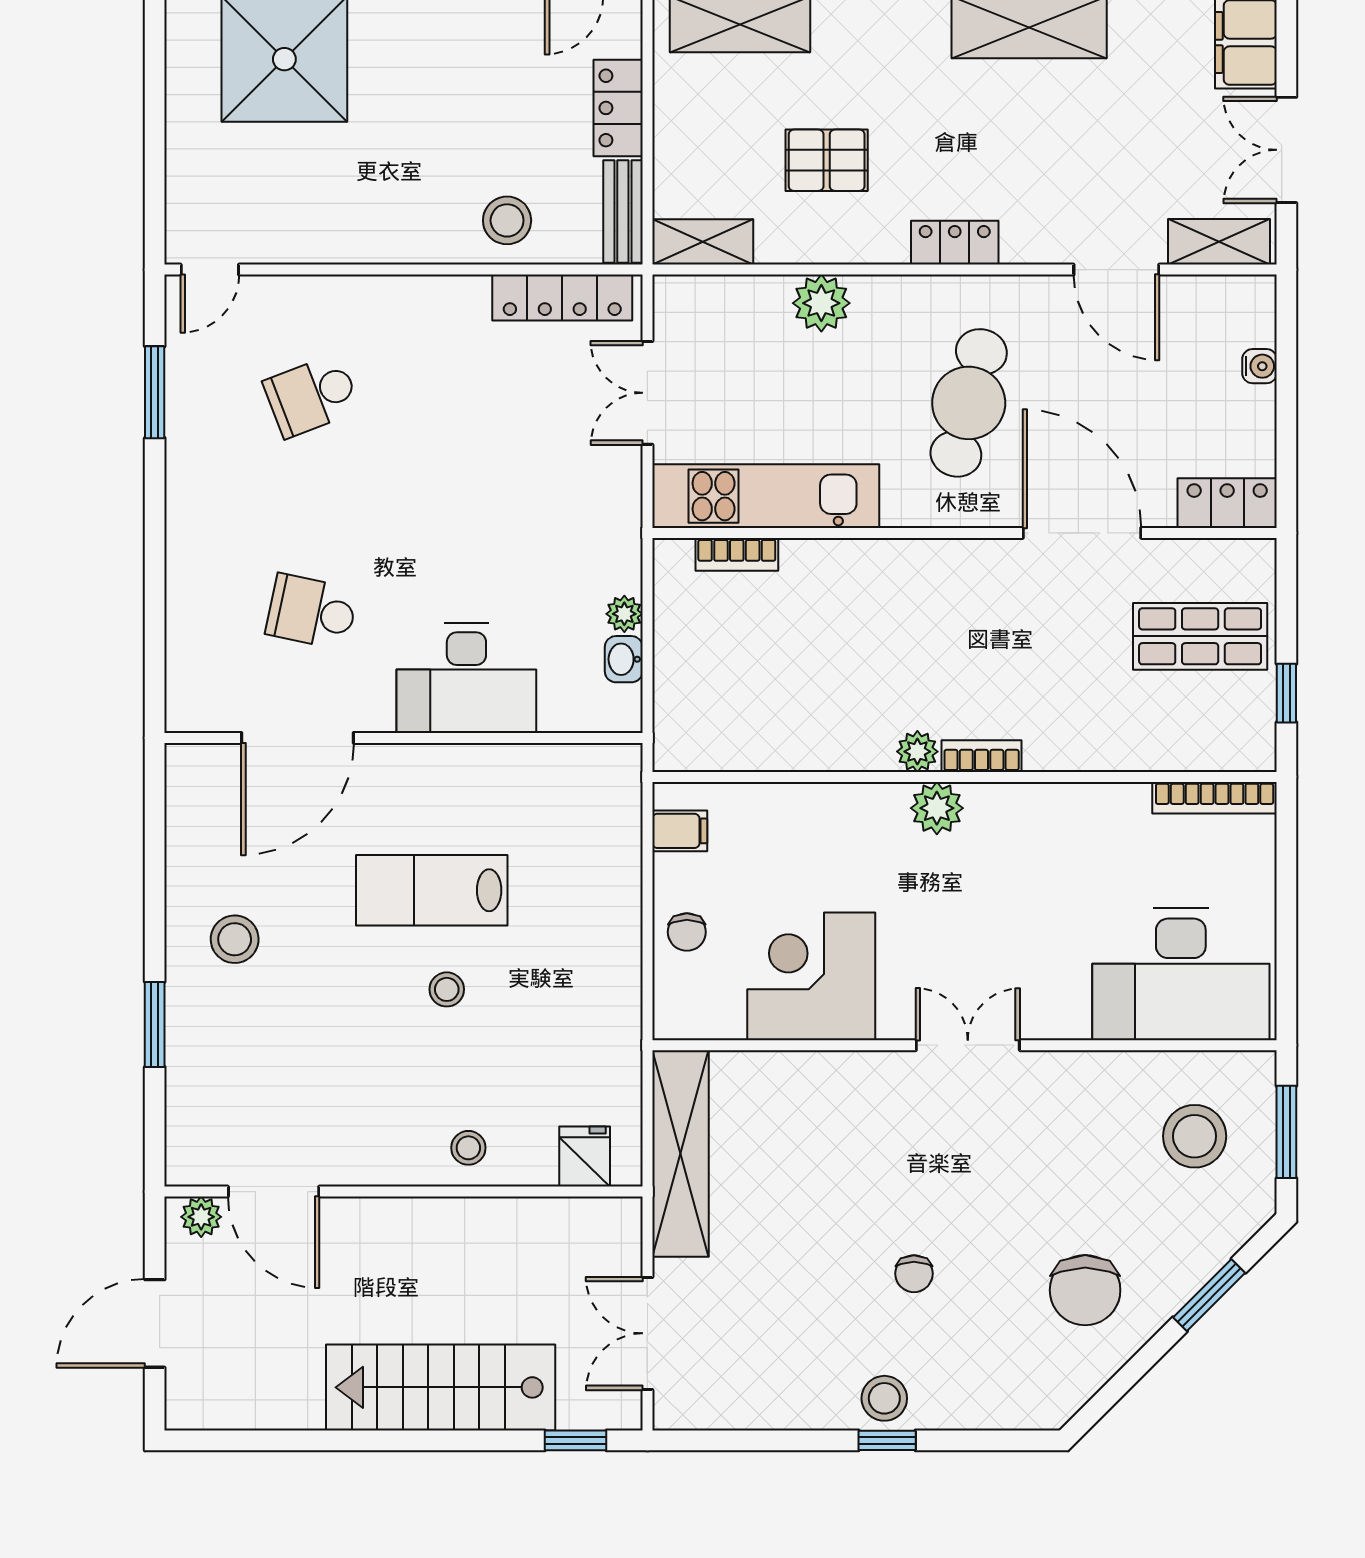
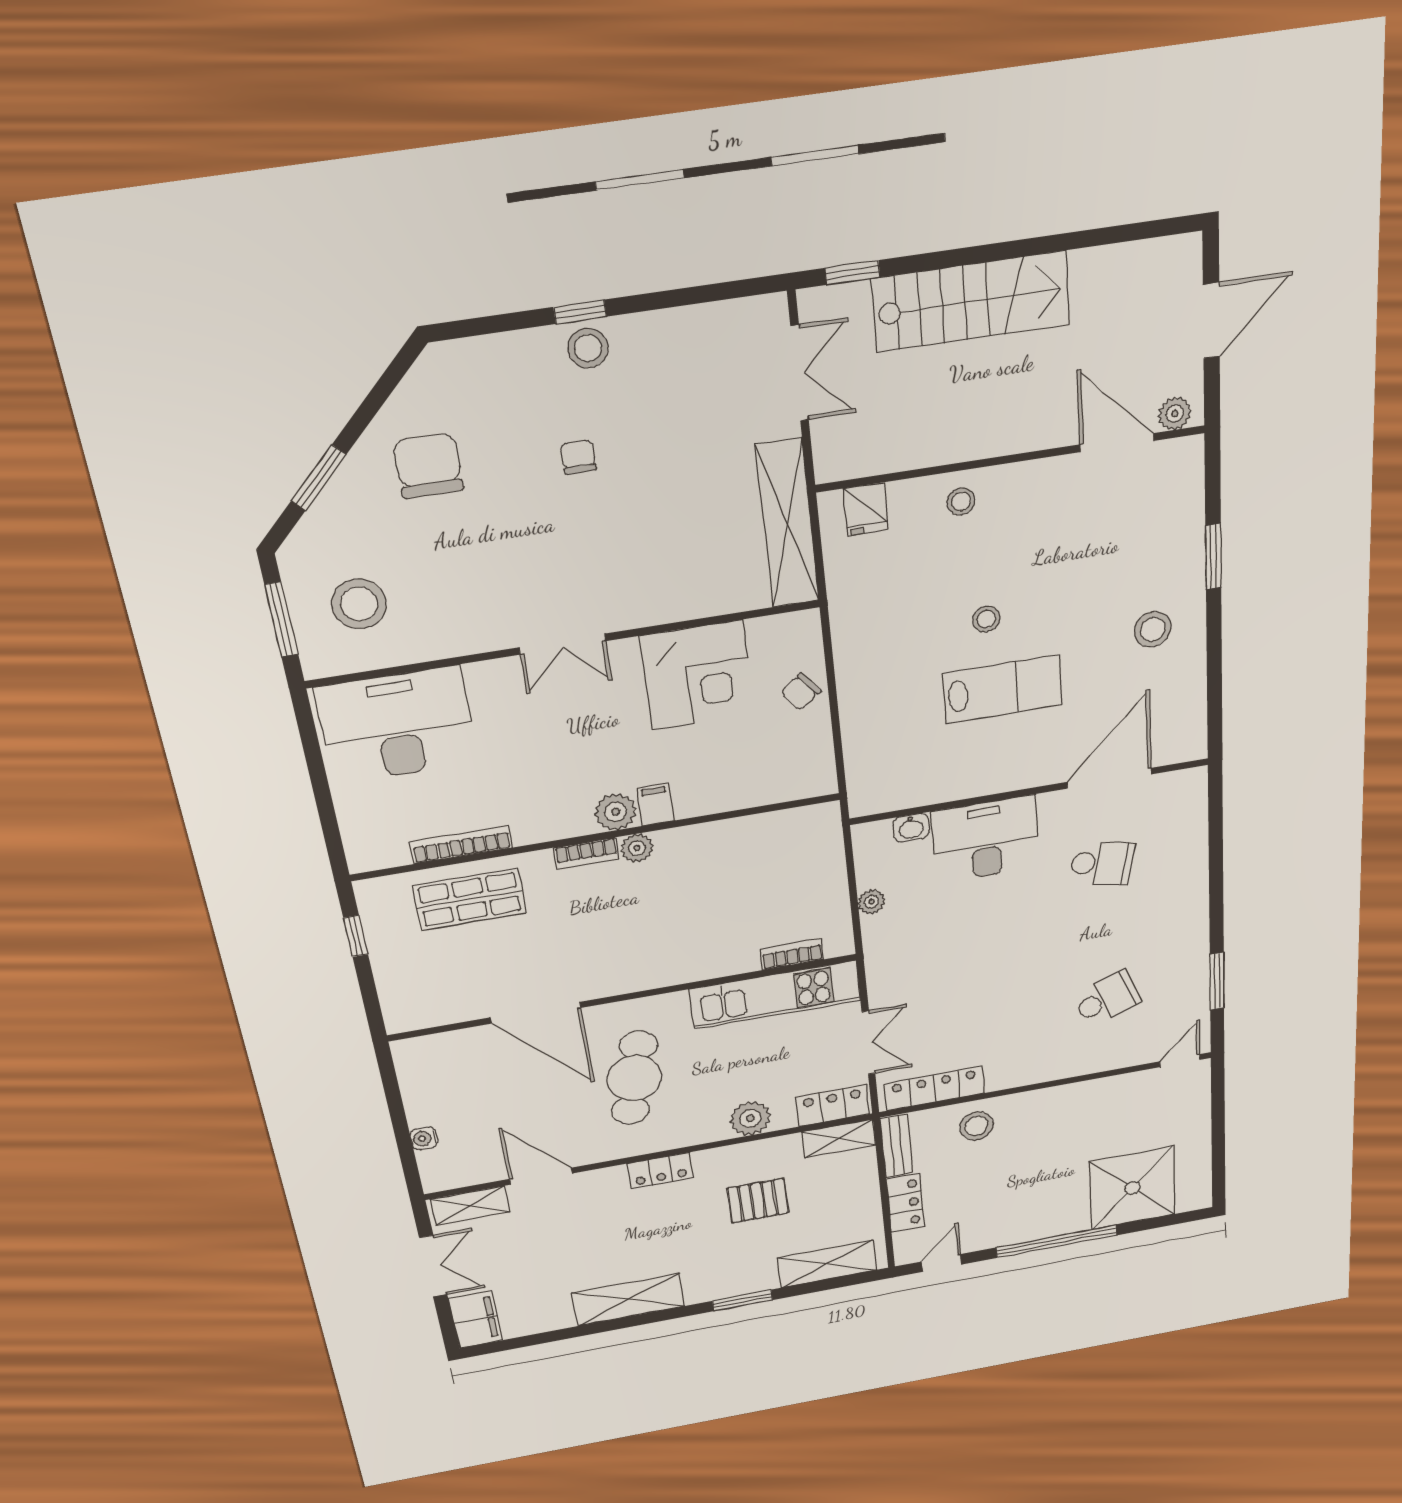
locker: (1227, 503) -> (833, 1106), moved, turned 180
shop shelf: (1200, 636) -> (470, 899), moved
washbasin: (624, 659) -> (911, 828), moved, turned 90
bookcase: (1215, 798) -> (461, 845), moved
filing cabinet: (680, 831) -> (655, 804), moved, turned 90
chair: (687, 932) -> (801, 692), turned -128

